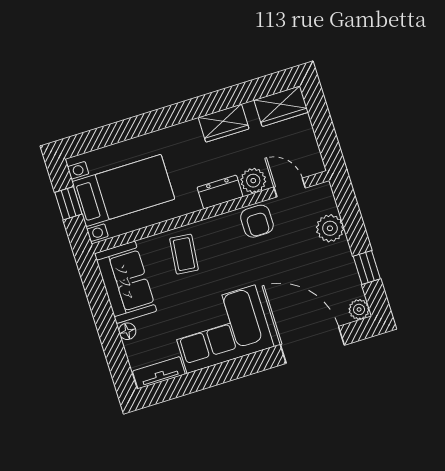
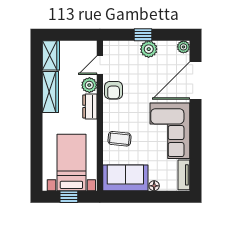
wardrobe: (224, 123) -> (50, 92), width x1.50
armchair: (257, 221) -> (114, 90), turned 90
plant: (330, 228) -> (149, 49), moved
window: (367, 268) -> (143, 35), moved

